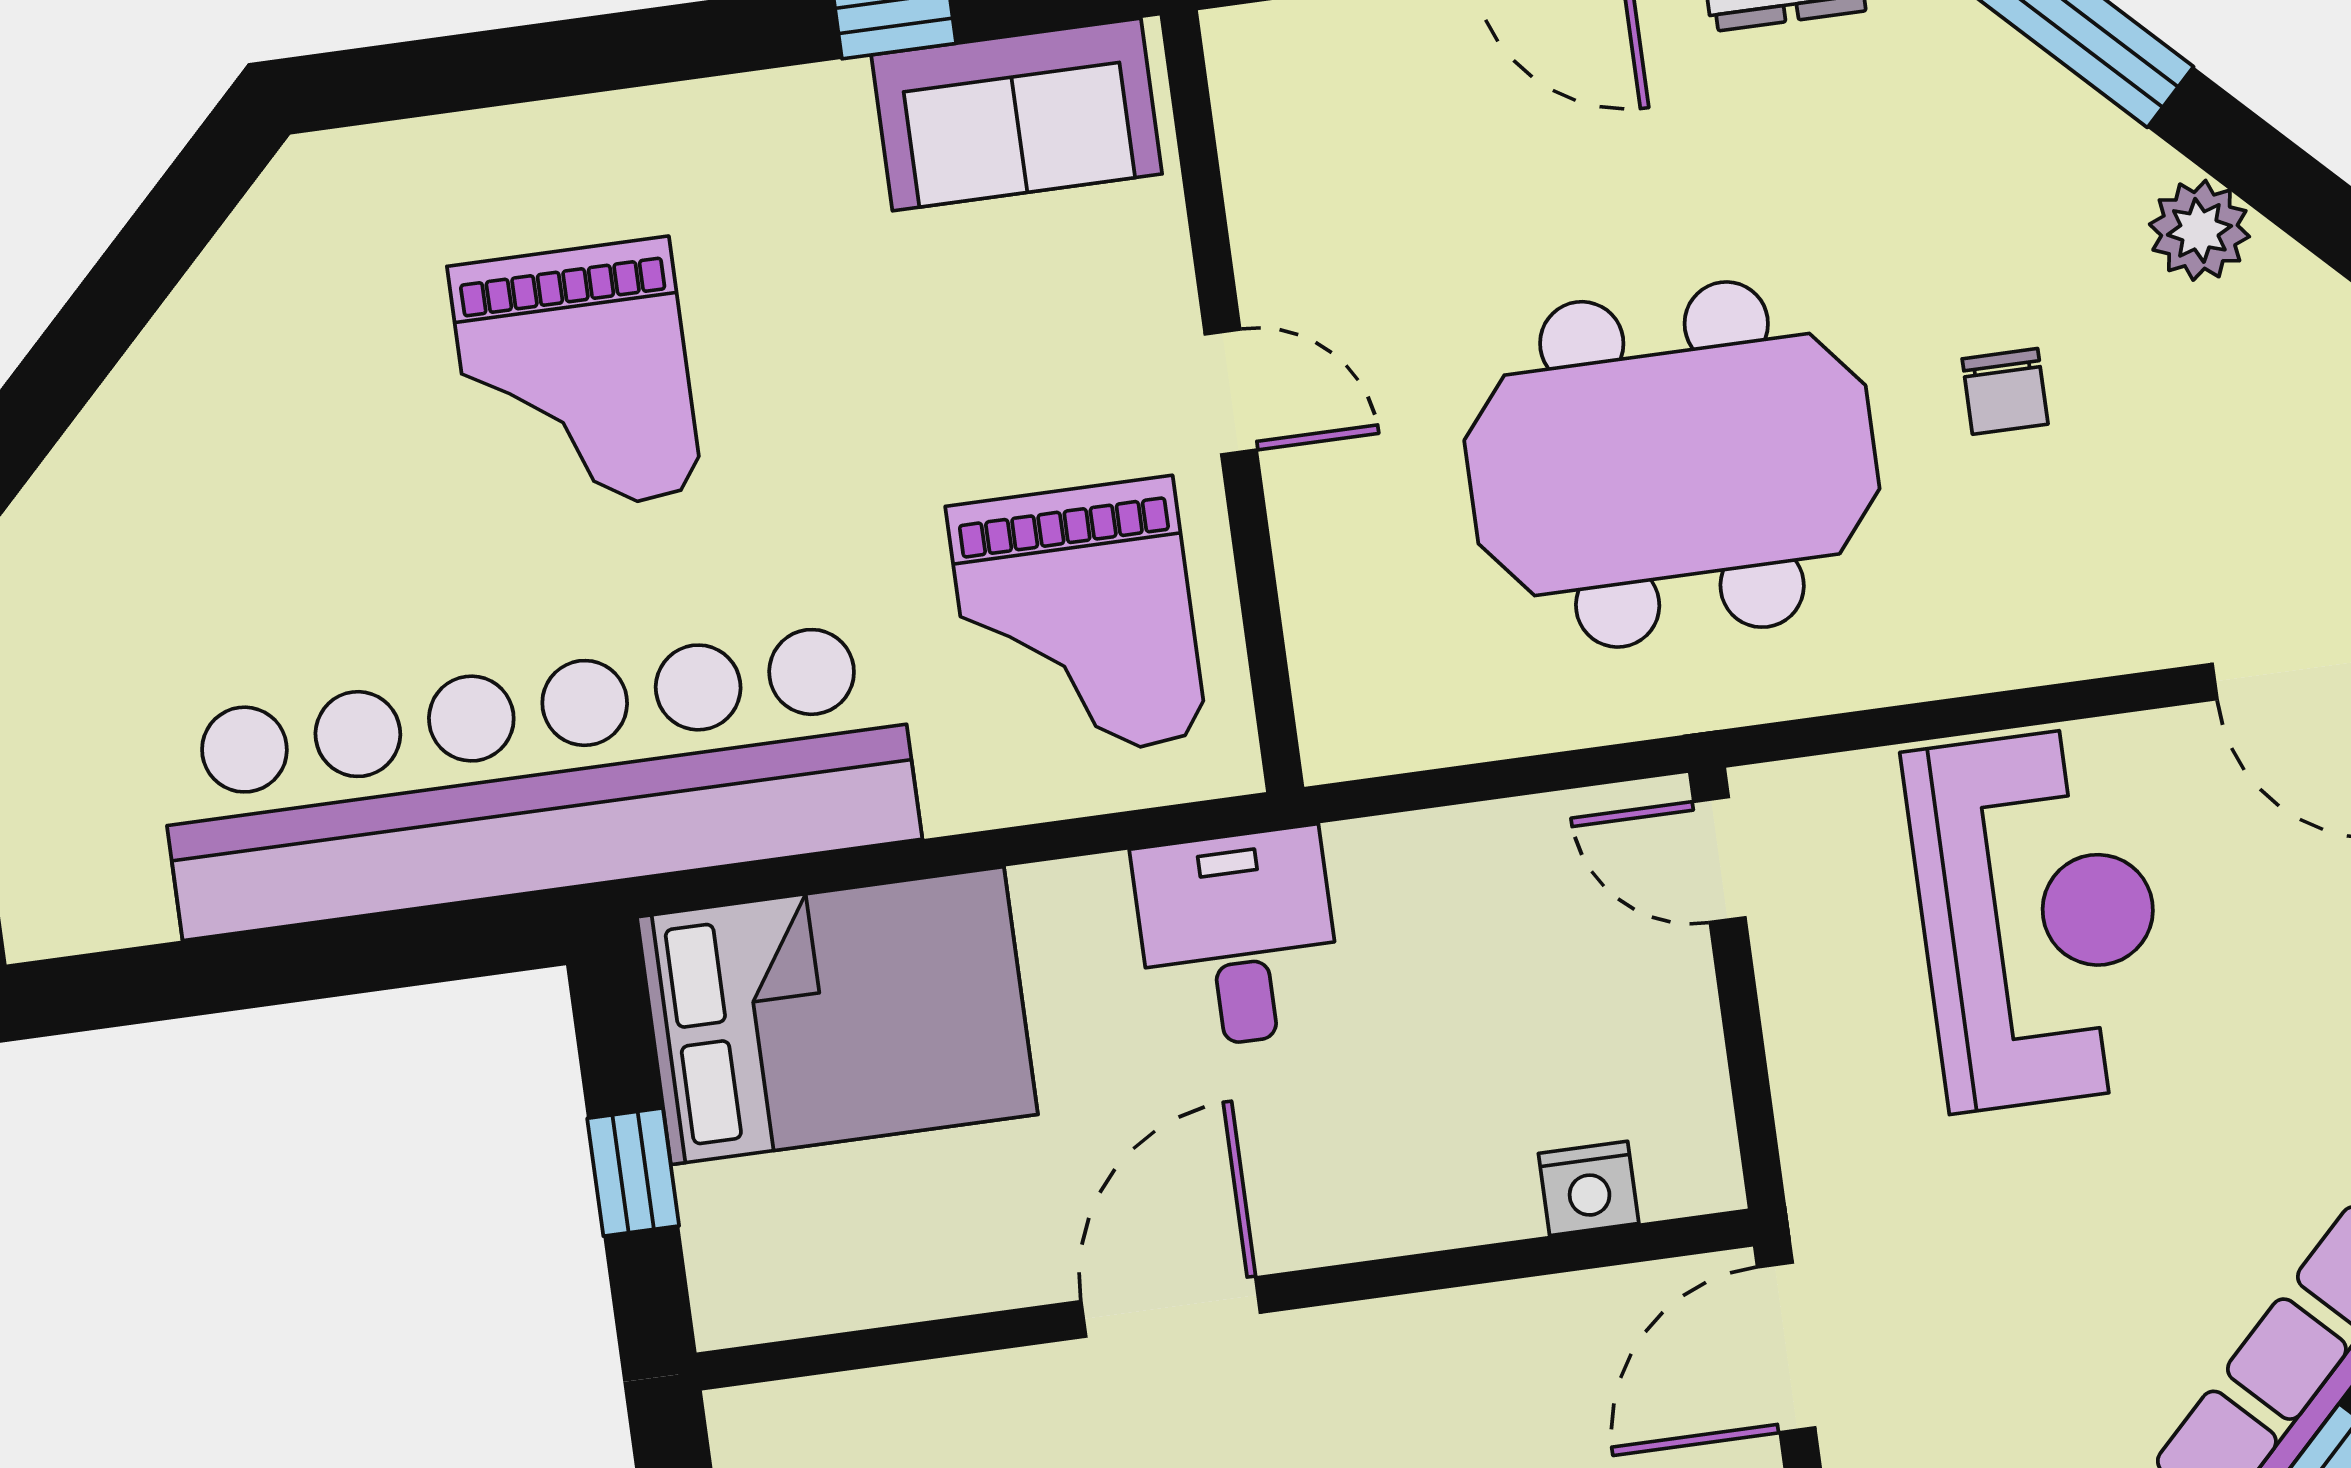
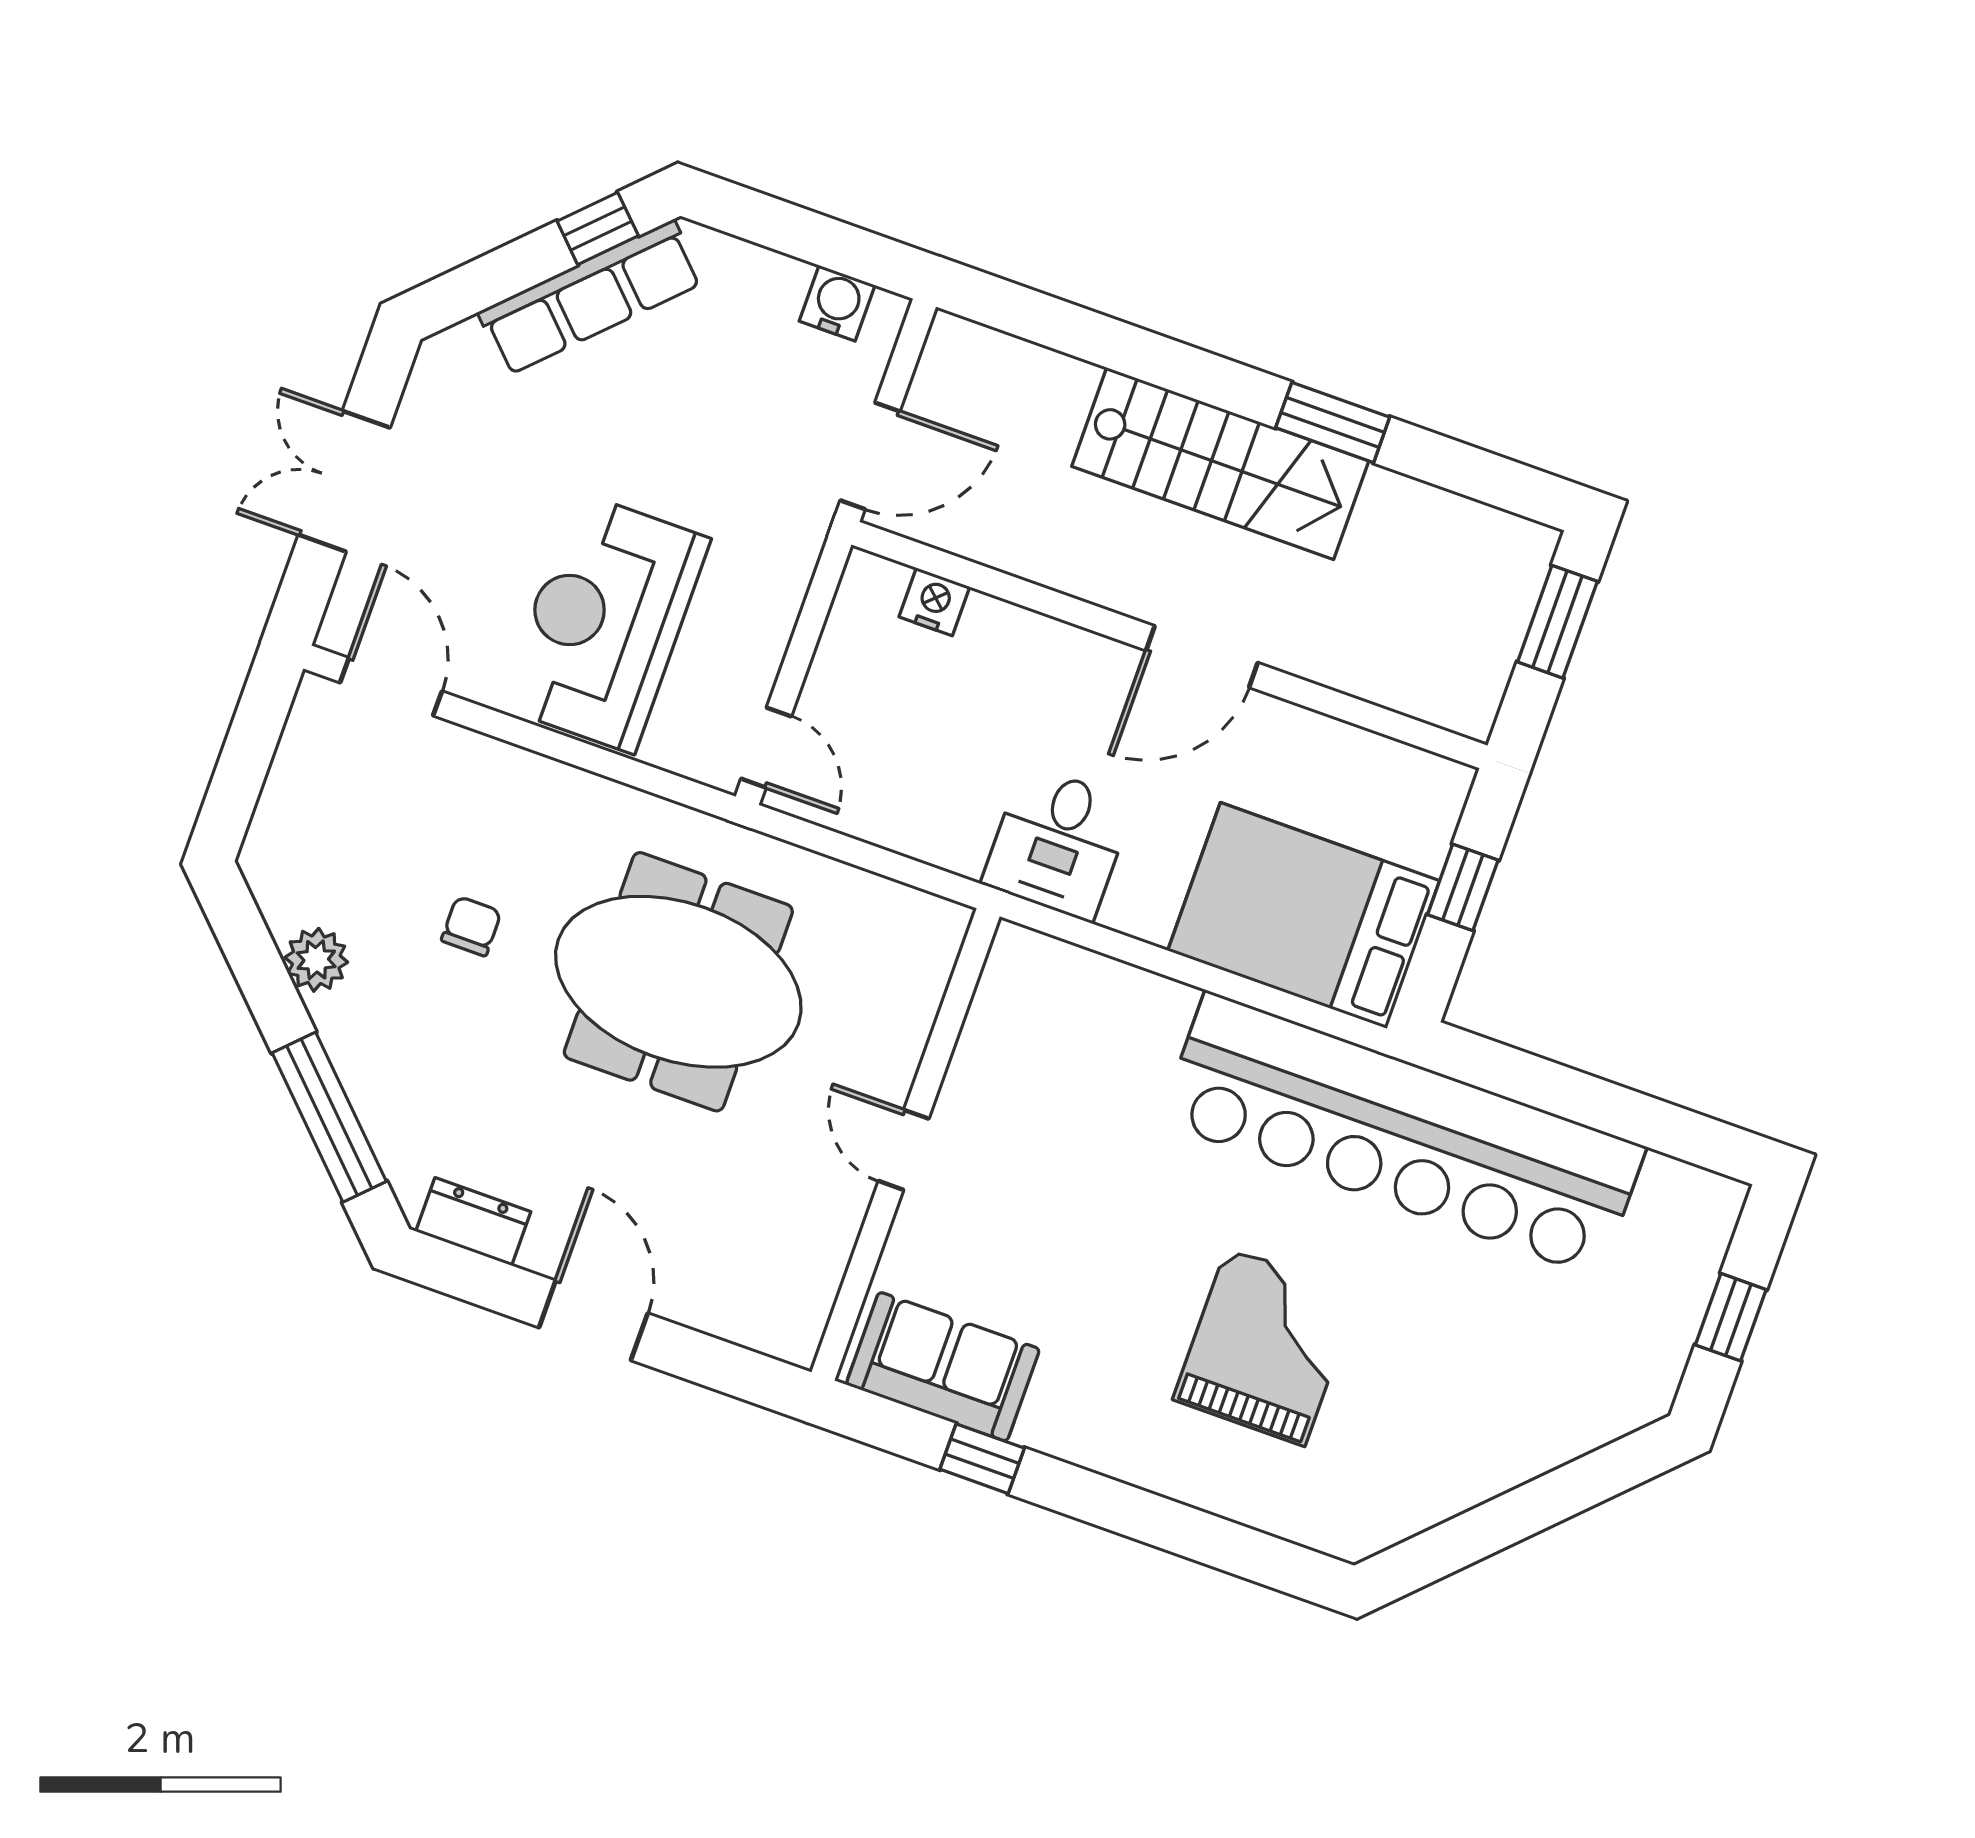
grand piano: (1077, 622) -> (1056, 1066), removed

